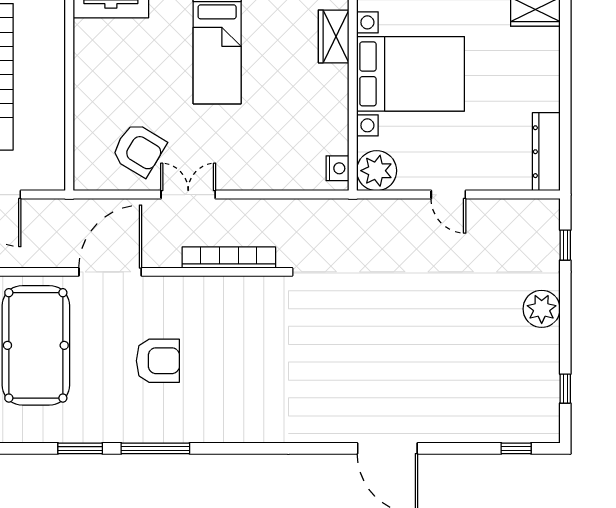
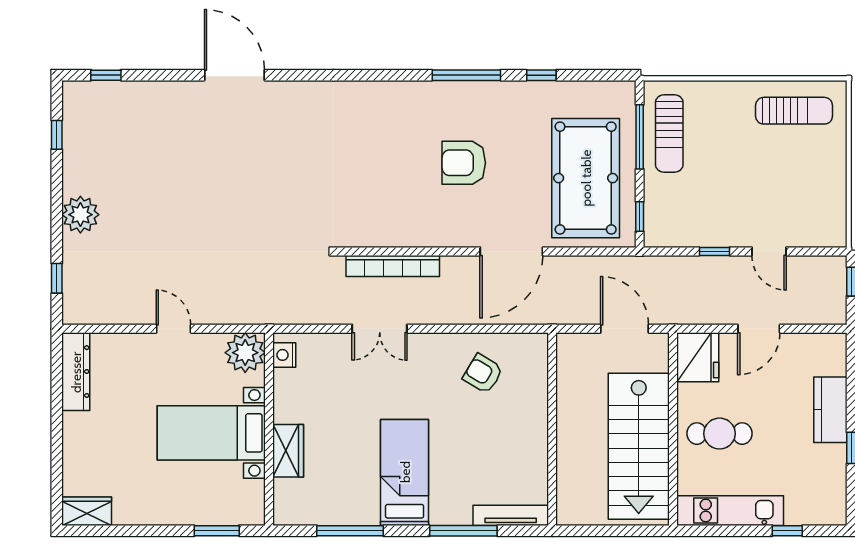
wardrobe: (334, 36) -> (288, 451), moved
bed with nightstands: (411, 74) -> (211, 433), width x0.73
armchair: (139, 150) -> (483, 374), width x0.72, depth x0.72
double door: (188, 195) -> (380, 329), moved
window: (80, 448) -> (541, 75), width x0.67

